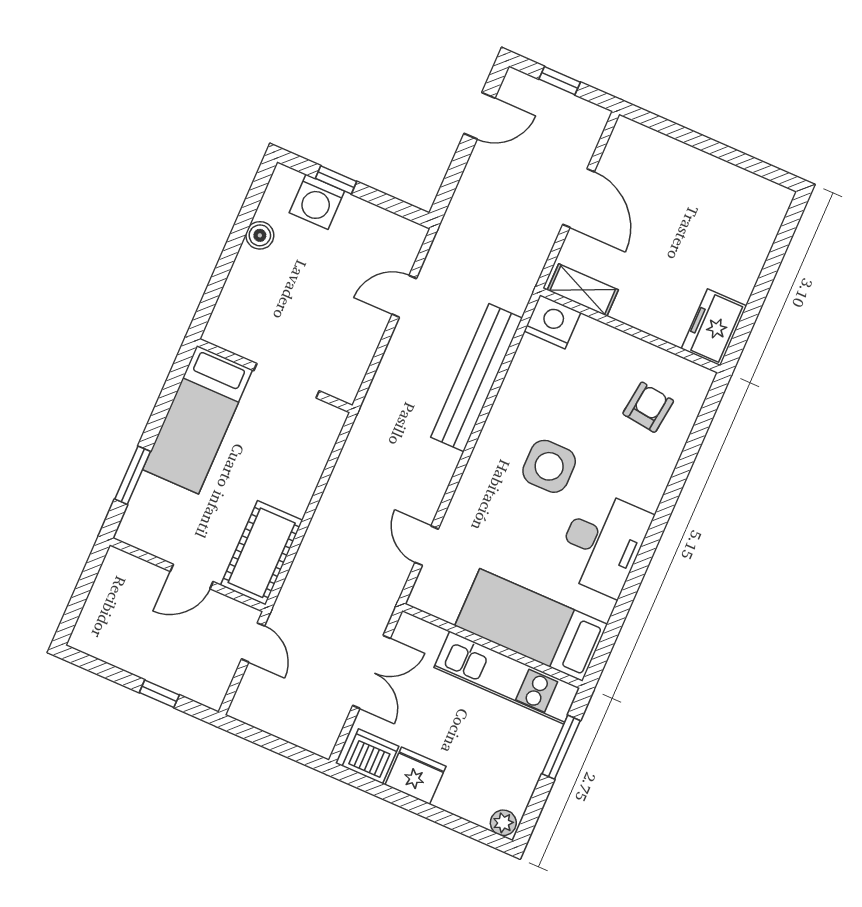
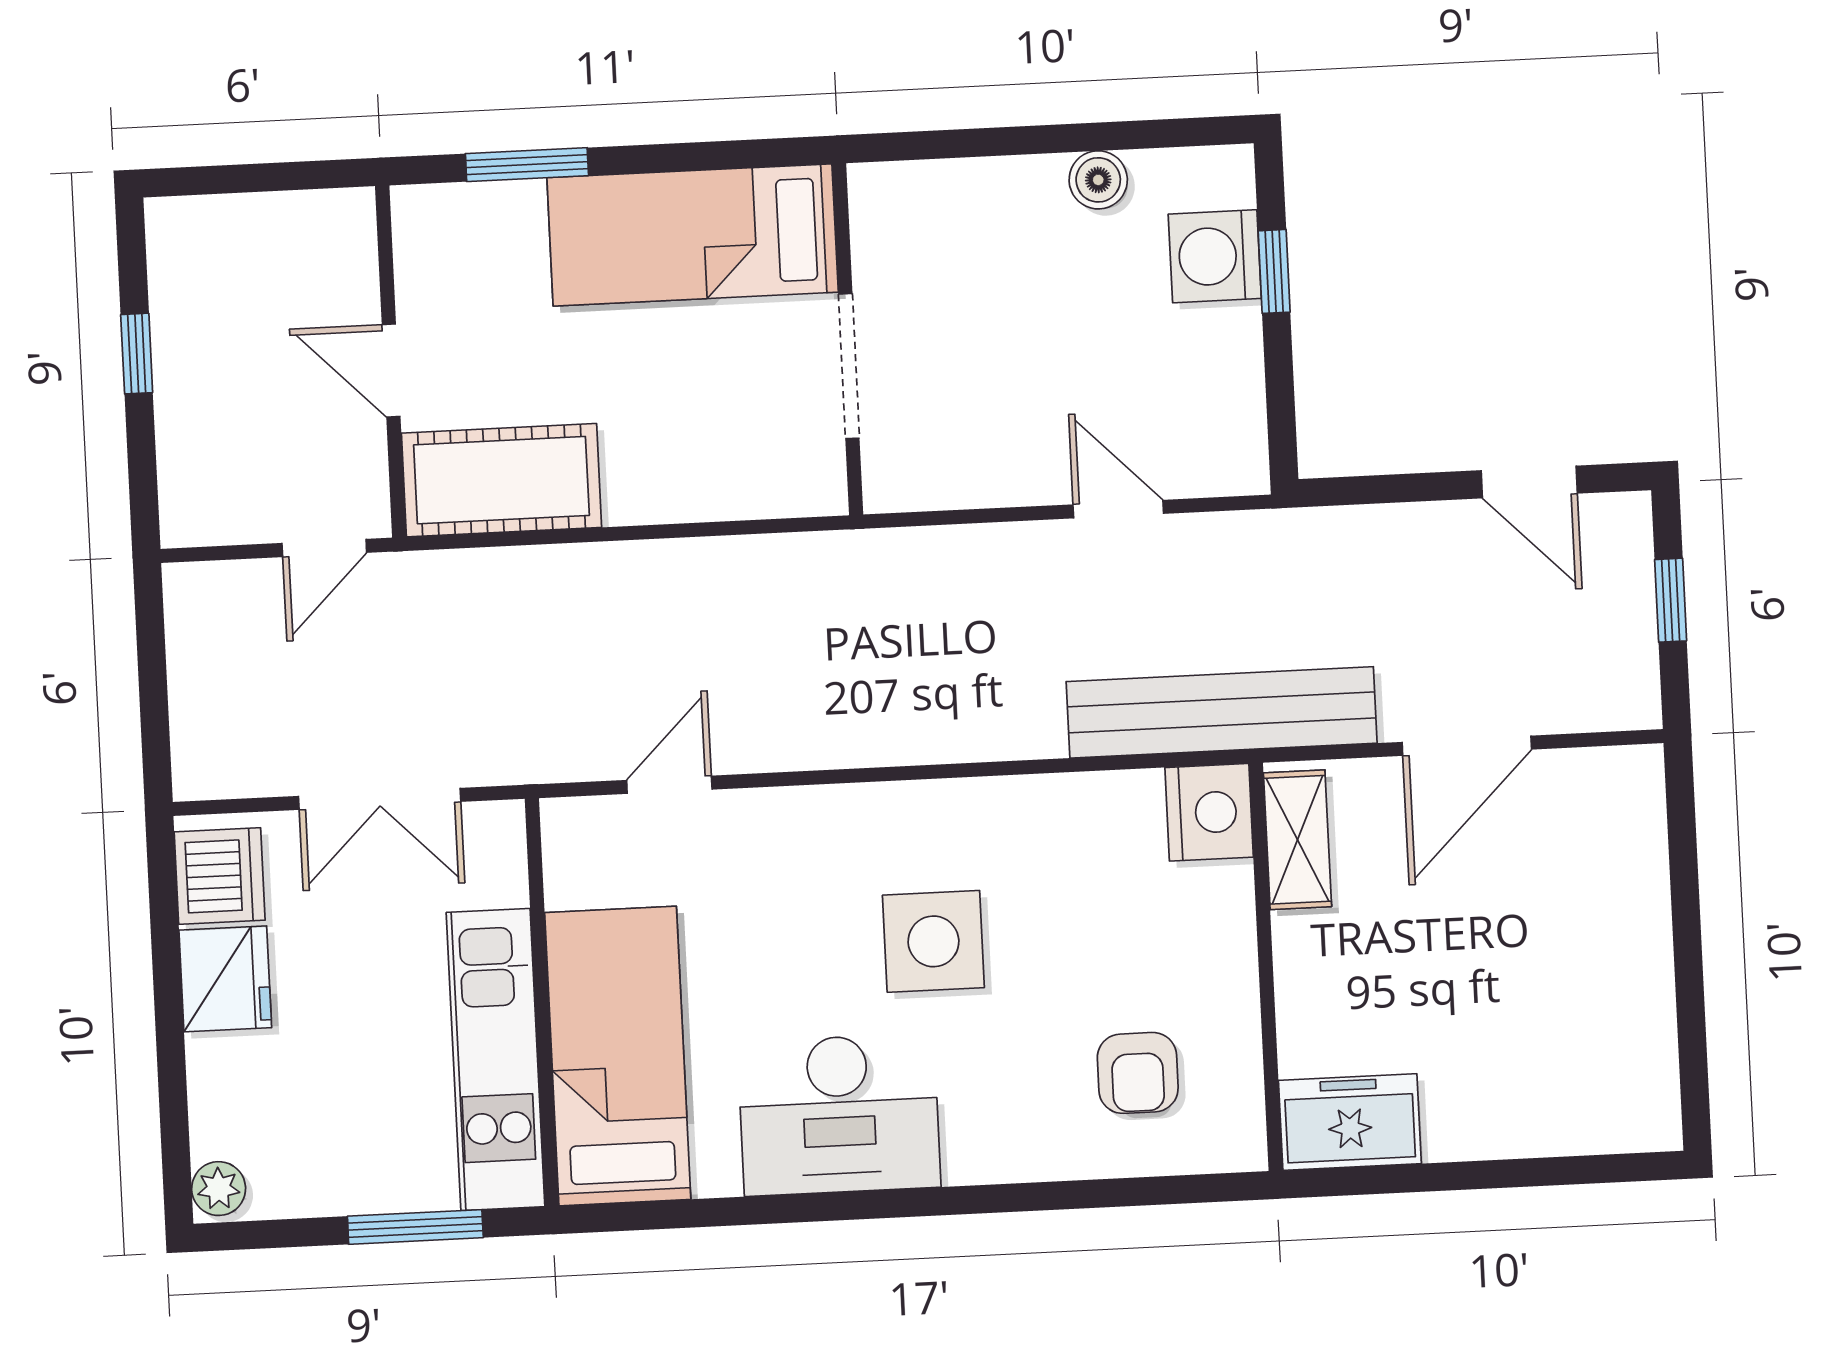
bench: (477, 378) -> (1222, 712), moved
armchair: (648, 407) -> (1138, 1073), turned 83
window: (159, 694) -> (137, 354), moved

